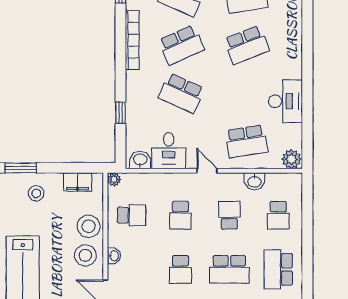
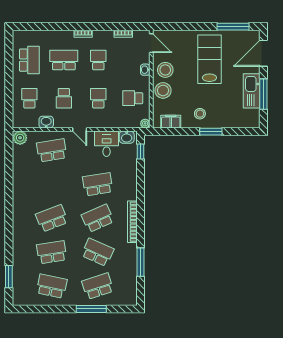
school desk: (181, 93) -> (98, 184), turned -33
desk: (286, 101) -> (24, 179), removed
window: (121, 113) -> (141, 152), moved

